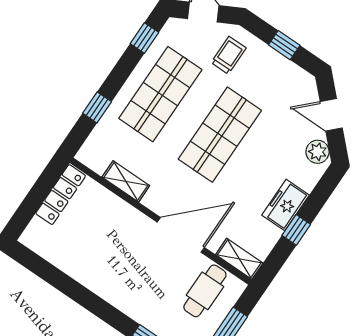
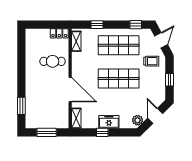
shelving: (126, 181) -> (76, 41), moved
locker: (61, 195) -> (59, 33), width x0.66
cafe table: (205, 291) -> (53, 61), moved

